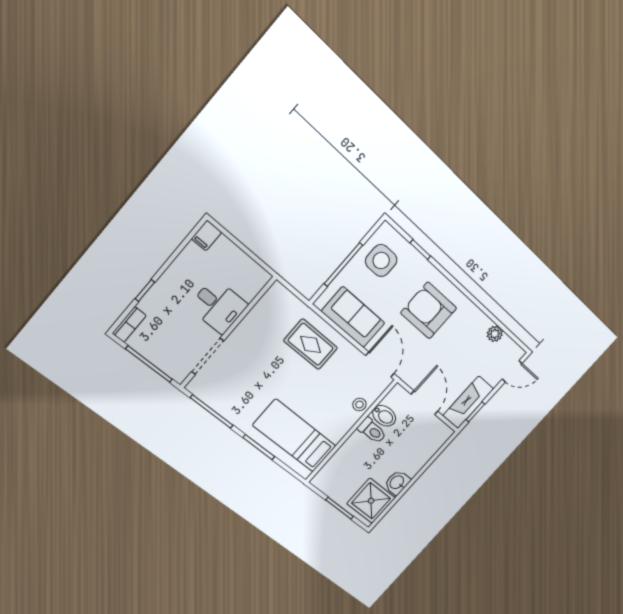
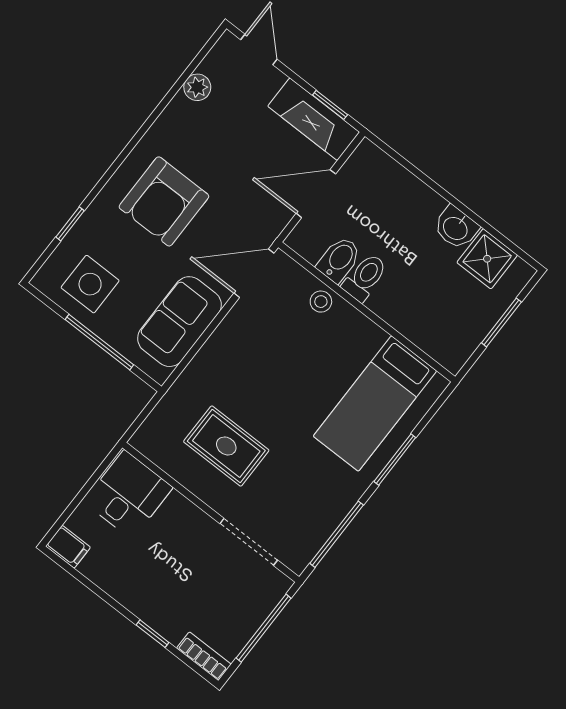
desk: (218, 306) -> (128, 495), moved
rug: (311, 344) -> (226, 446), moved, turned 90
shower: (371, 501) -> (487, 259), width x0.73, depth x0.73

